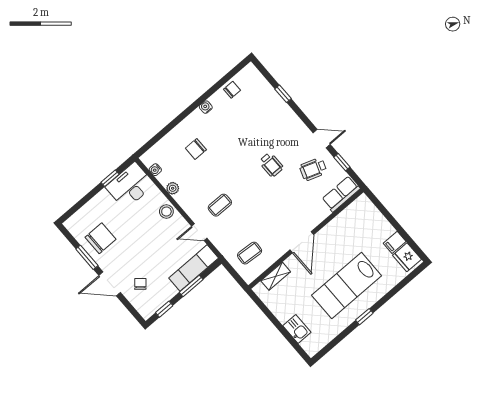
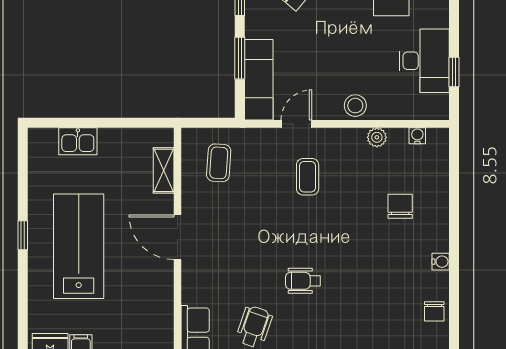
desk: (130, 186) -> (424, 61), moved

